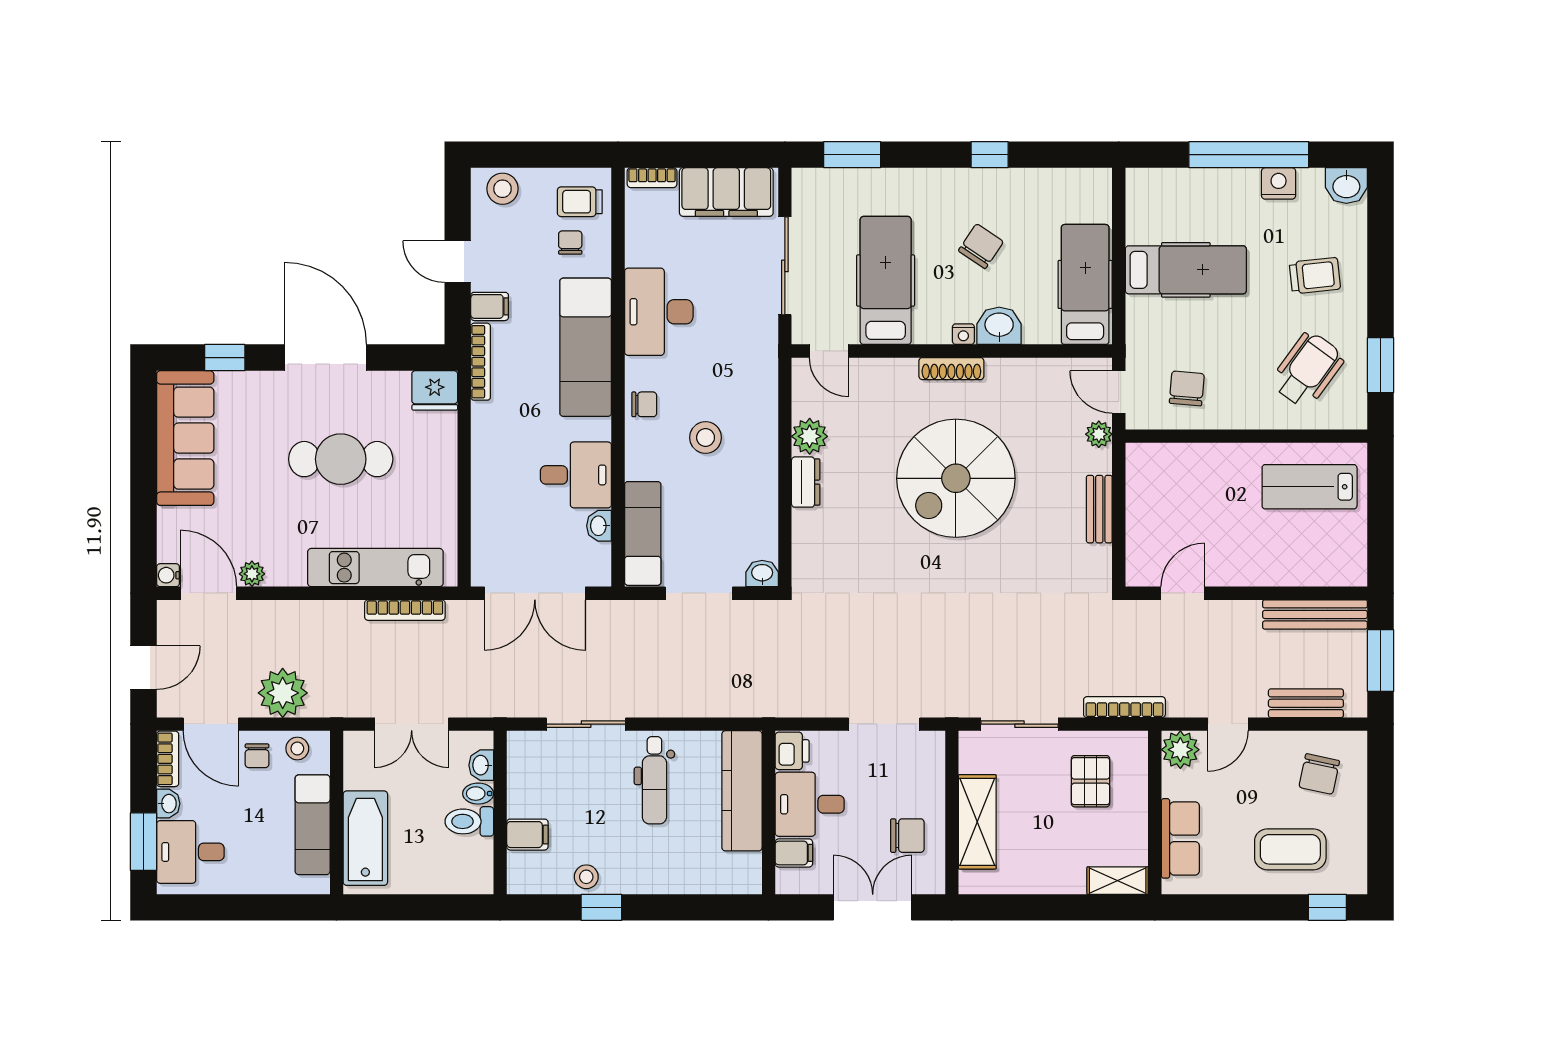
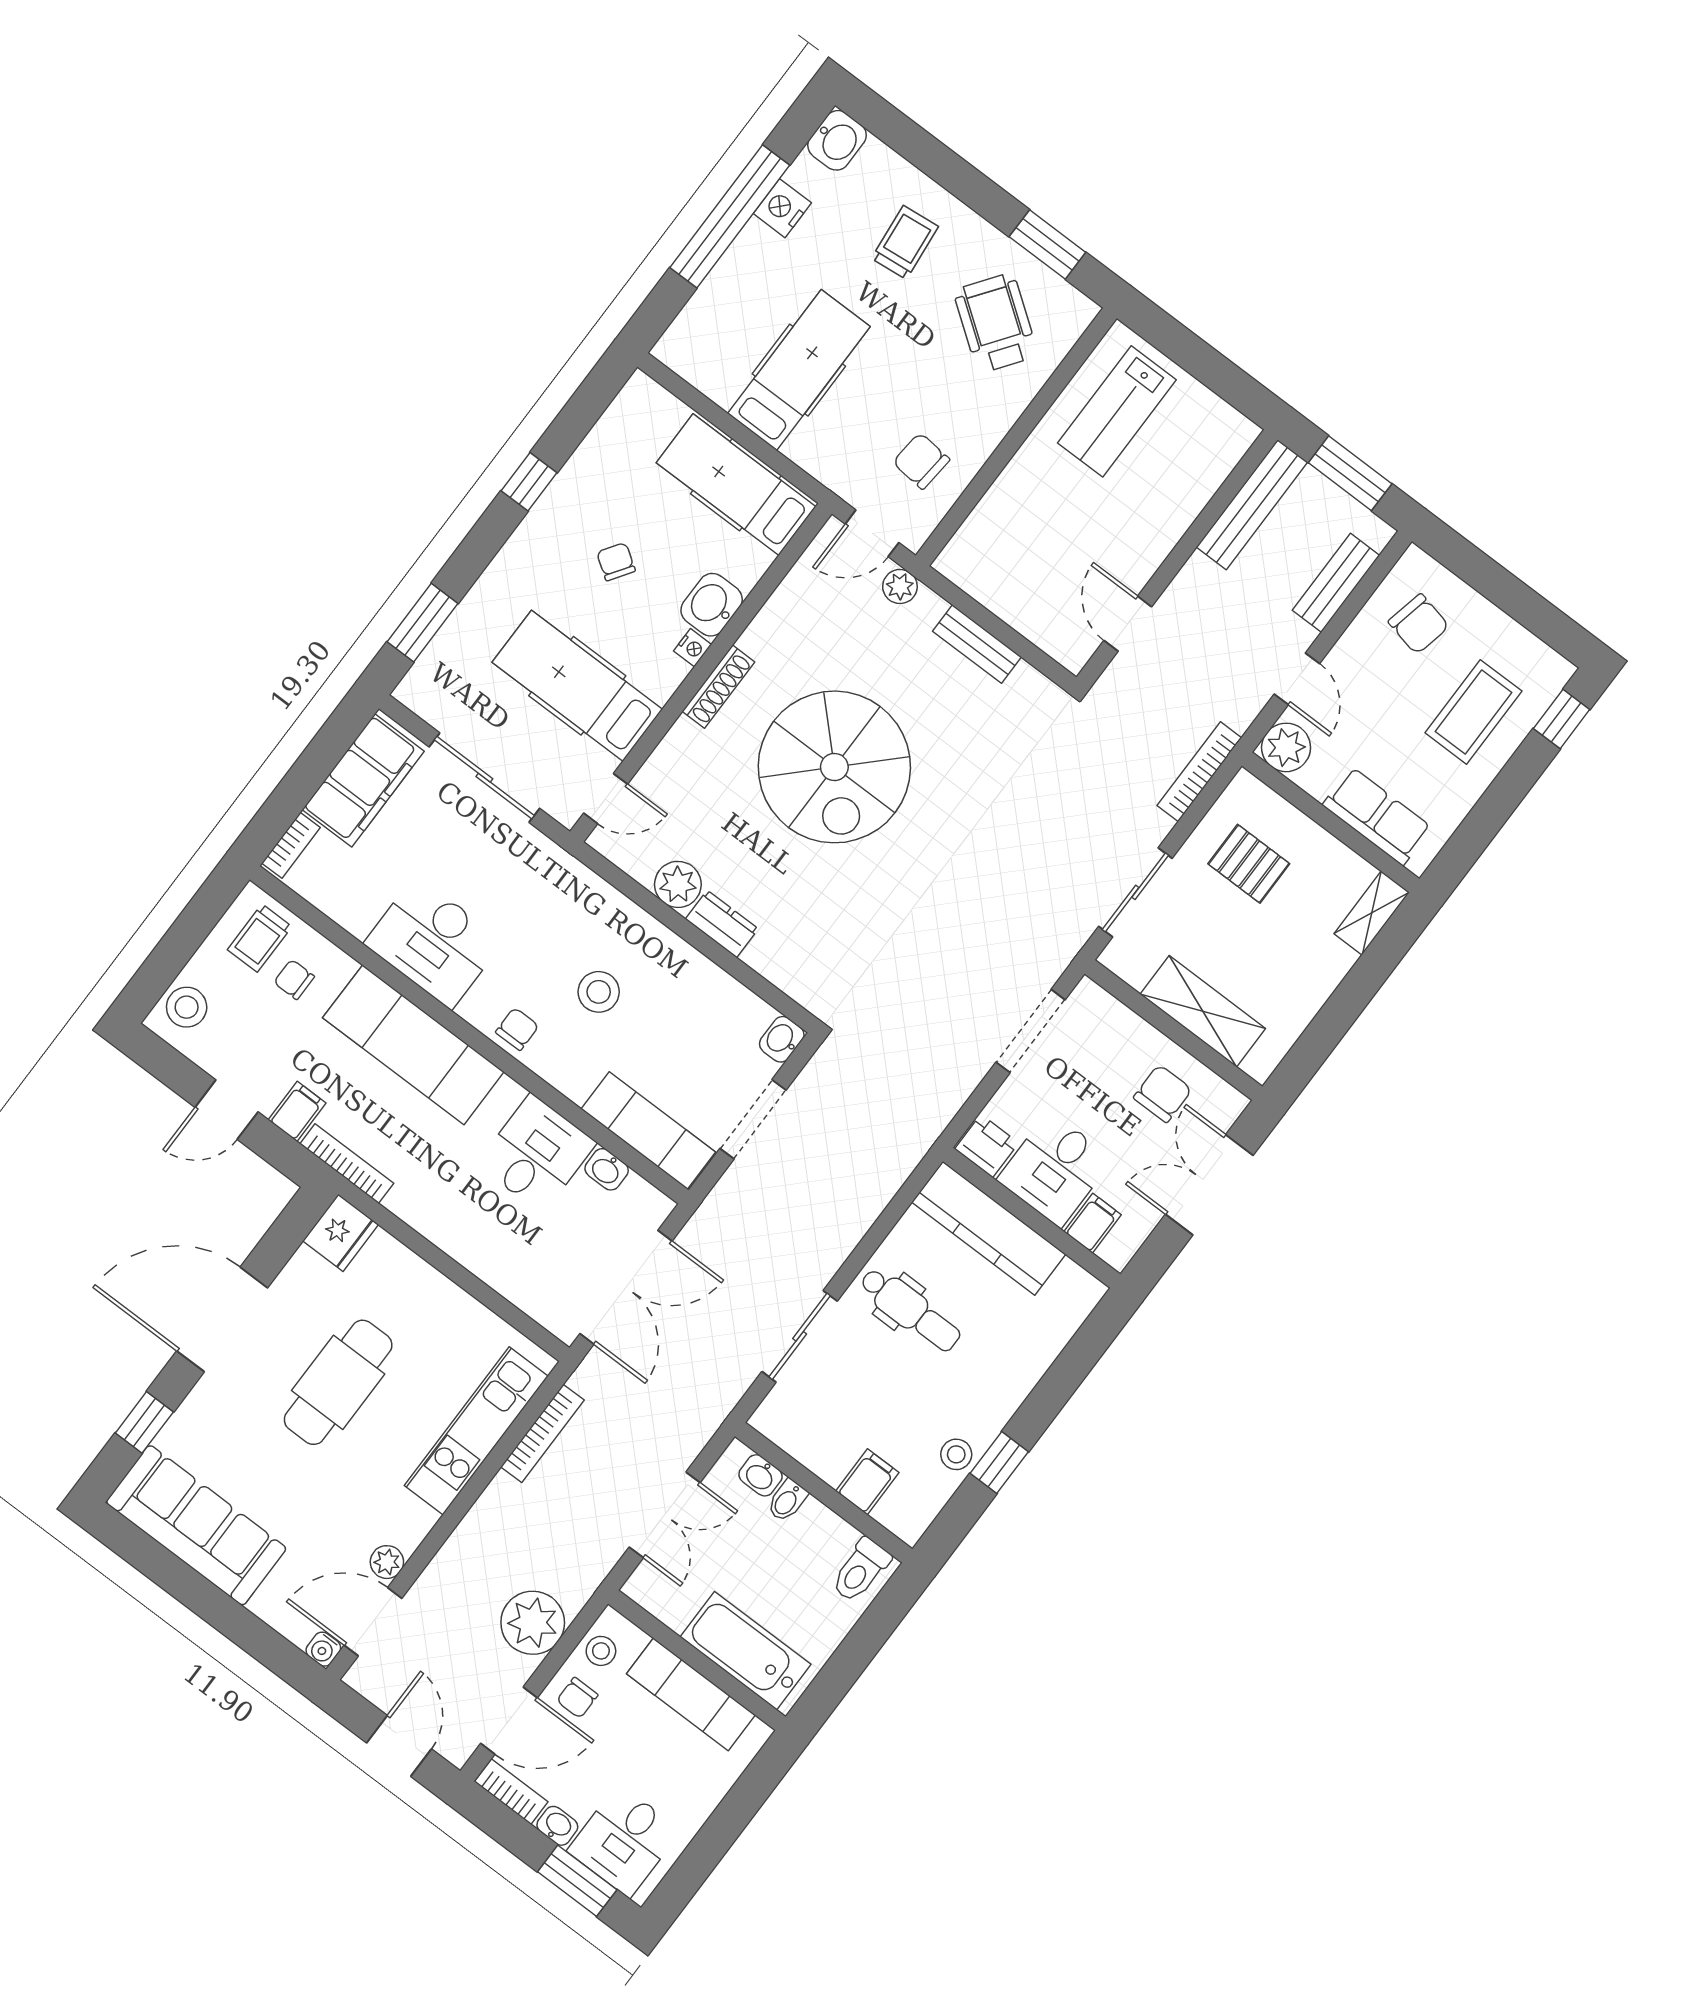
chair: (981, 246) -> (616, 562), width x0.73, depth x0.73
chair: (257, 756) -> (577, 1698), turned 90
toilet: (469, 821) -> (861, 1570), moved

